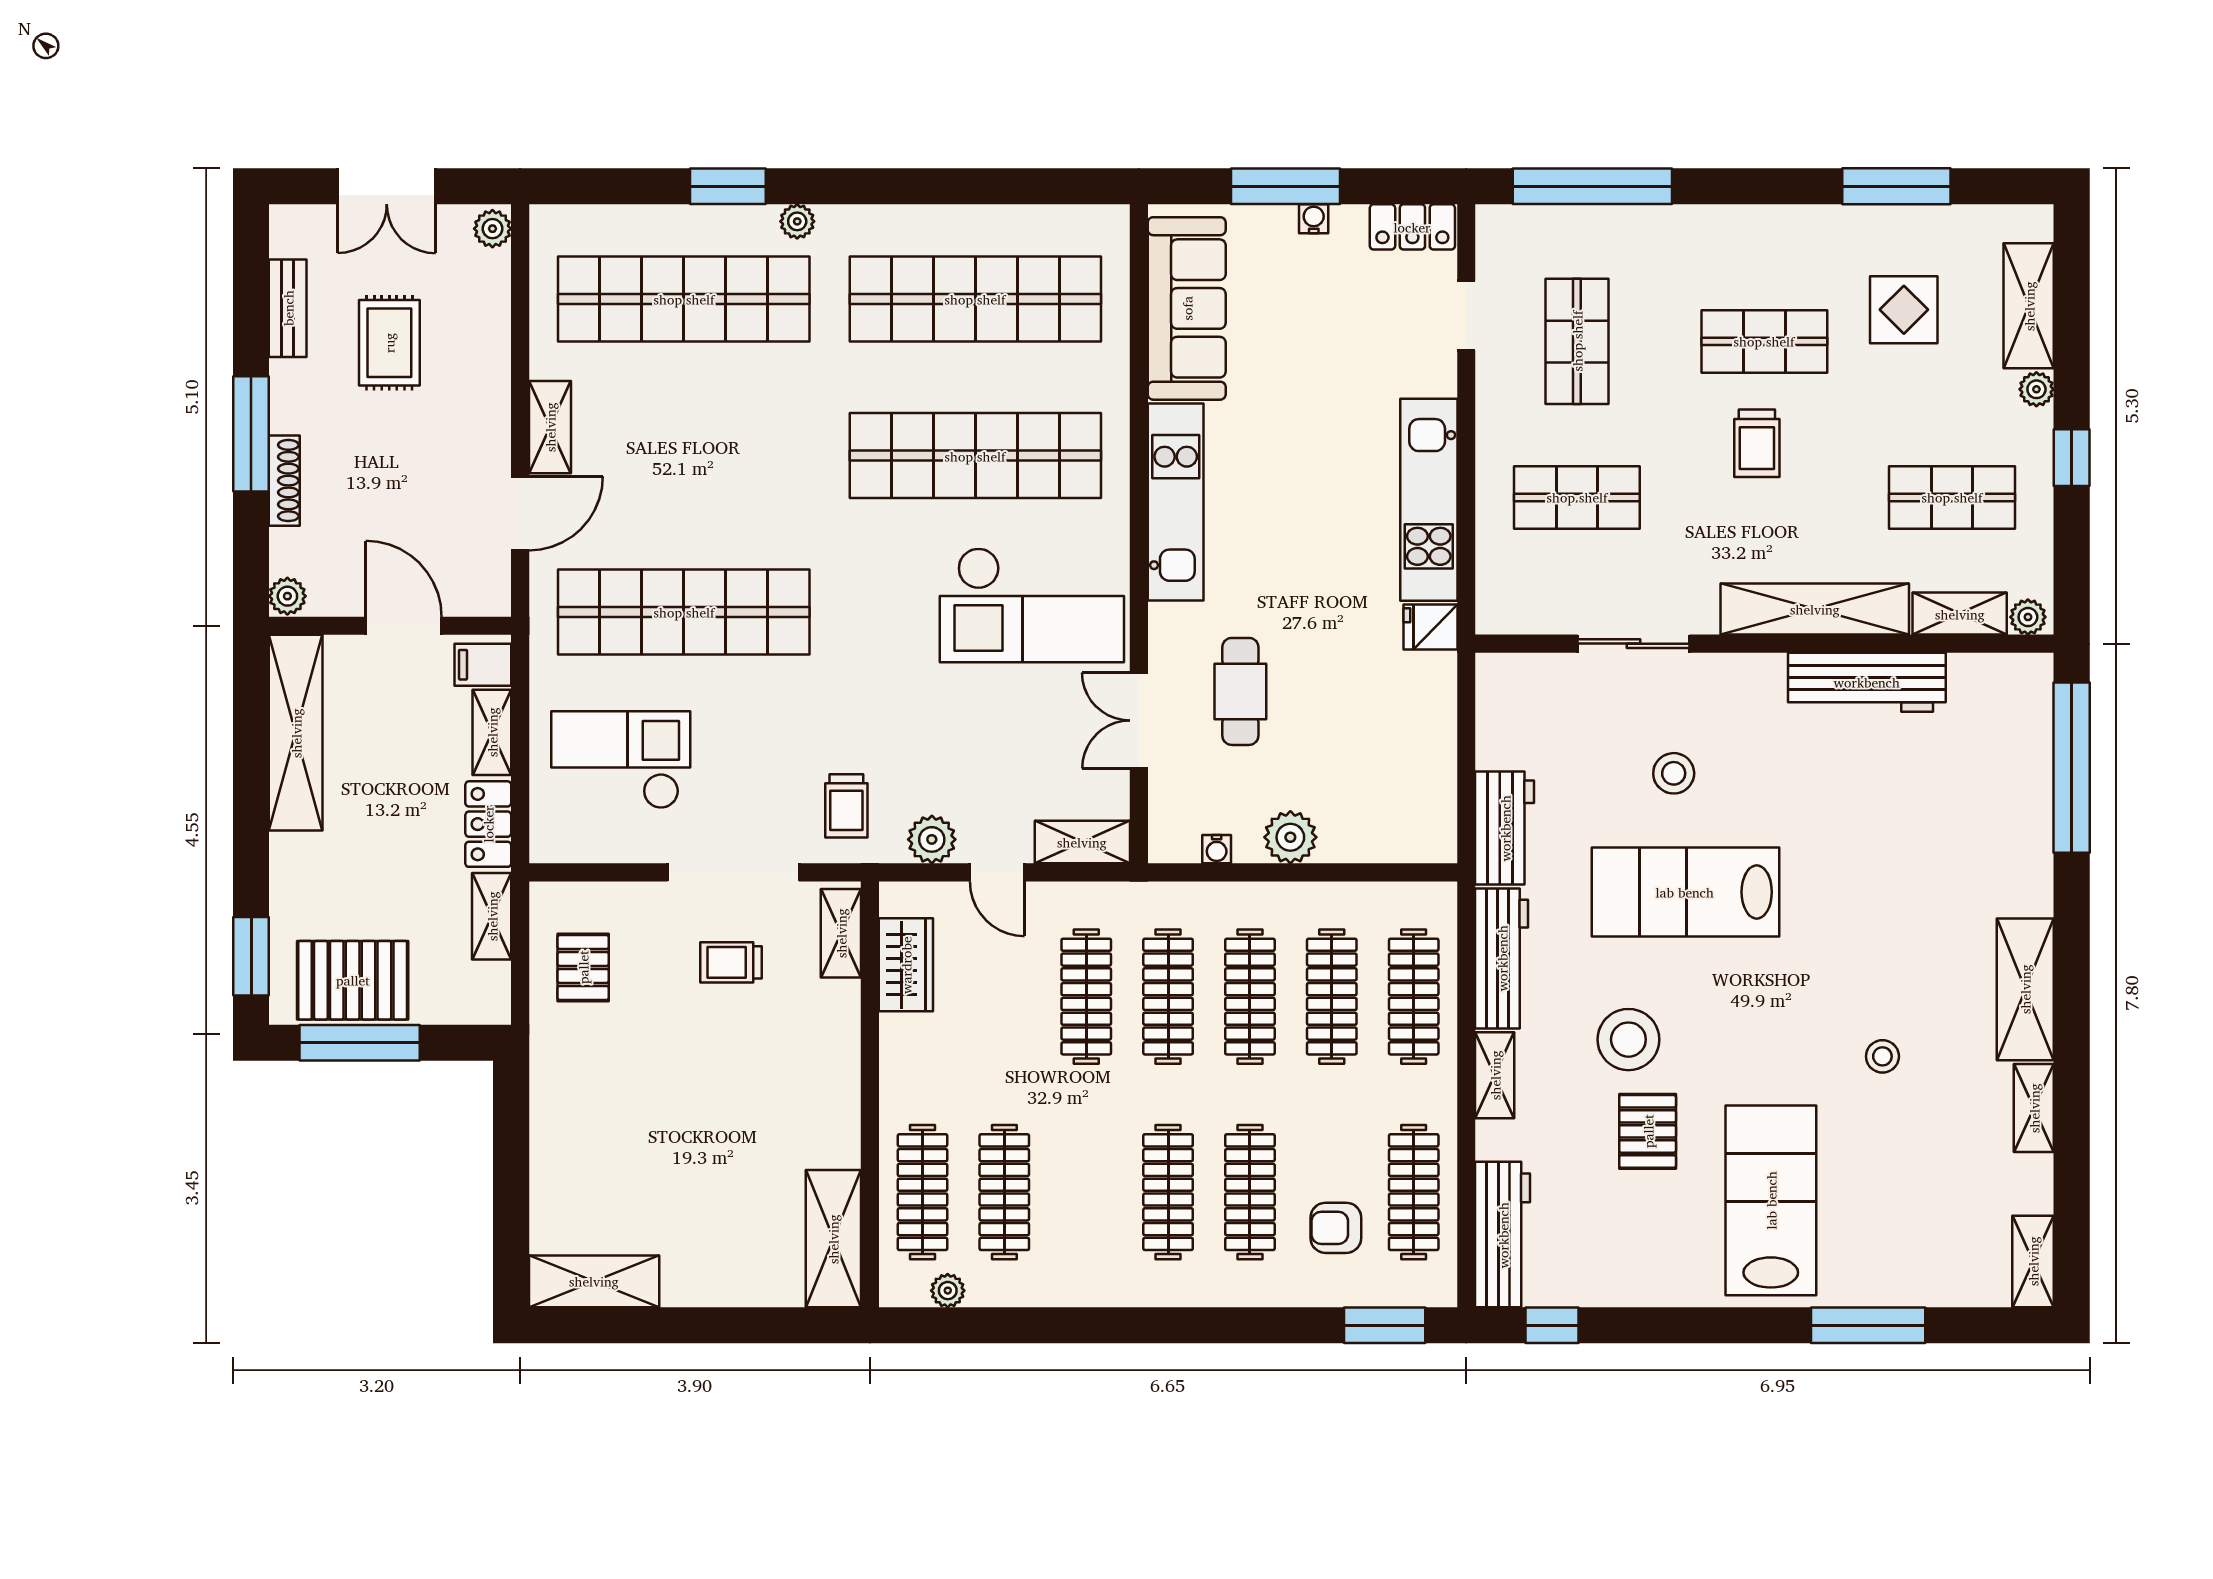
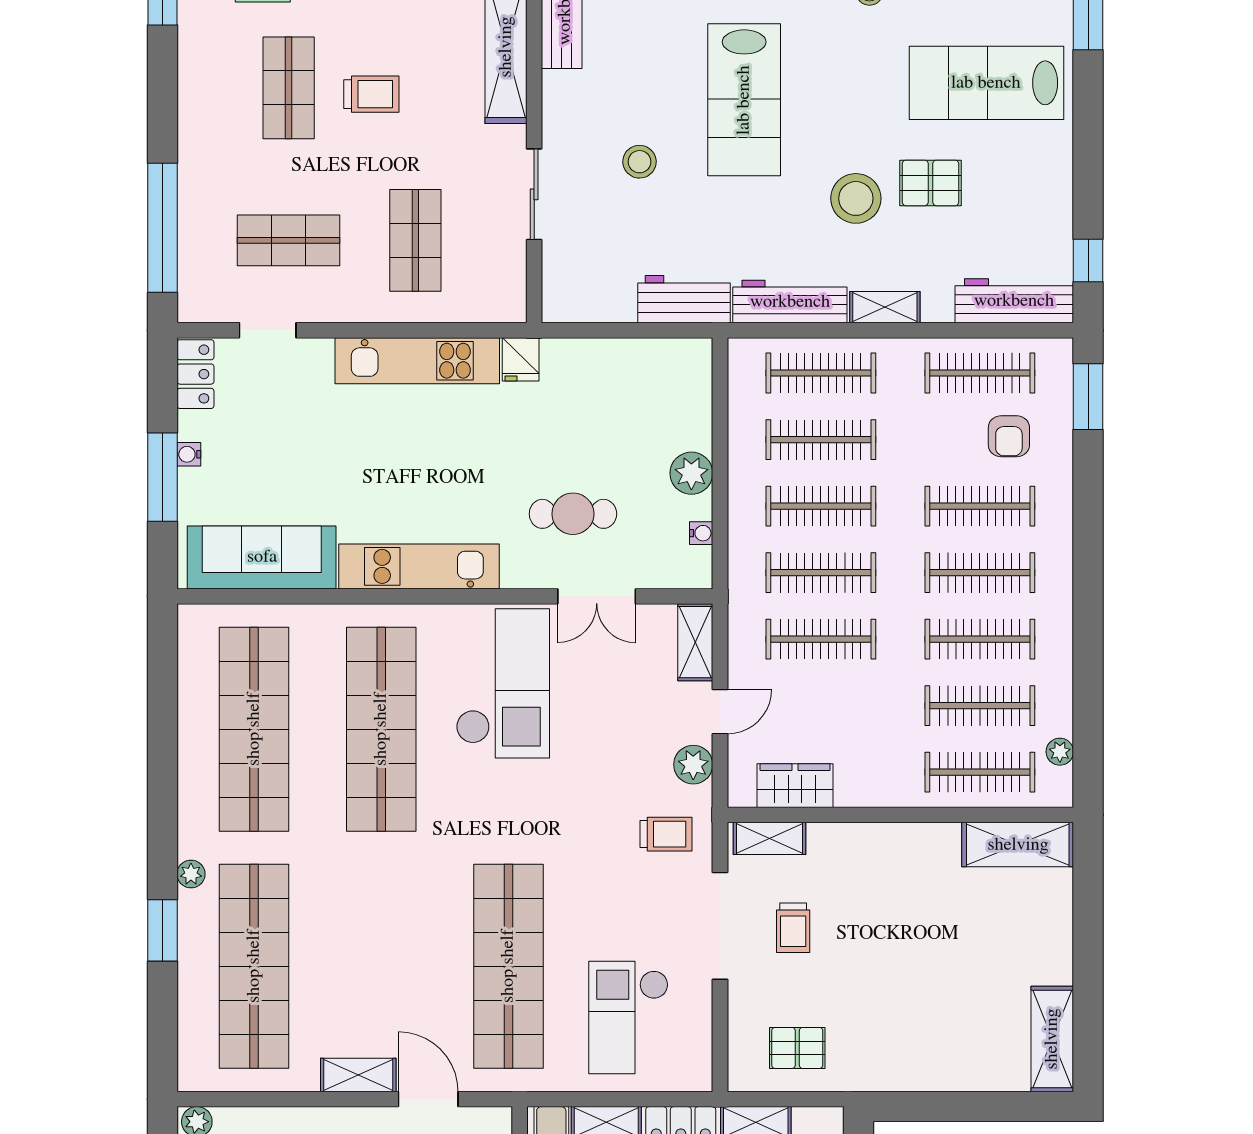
lab bench: (1685, 892) -> (744, 100), moved
clothes rail: (1086, 1192) -> (980, 639), added

